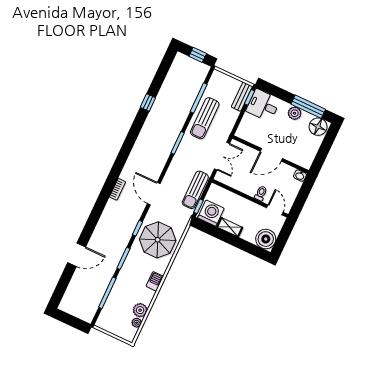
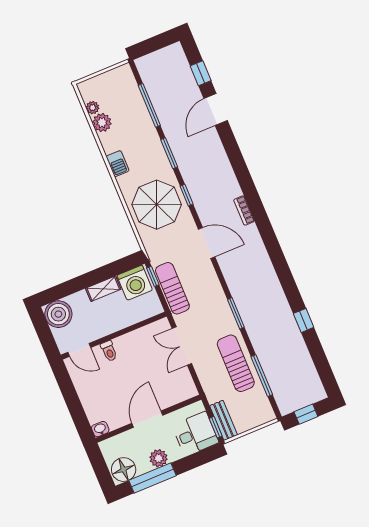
wall: (271, 154) -> (148, 419), moved
door: (271, 155) -> (147, 419), moved
washbasin: (300, 176) -> (100, 429), moved
window: (64, 281) -> (201, 73), added

